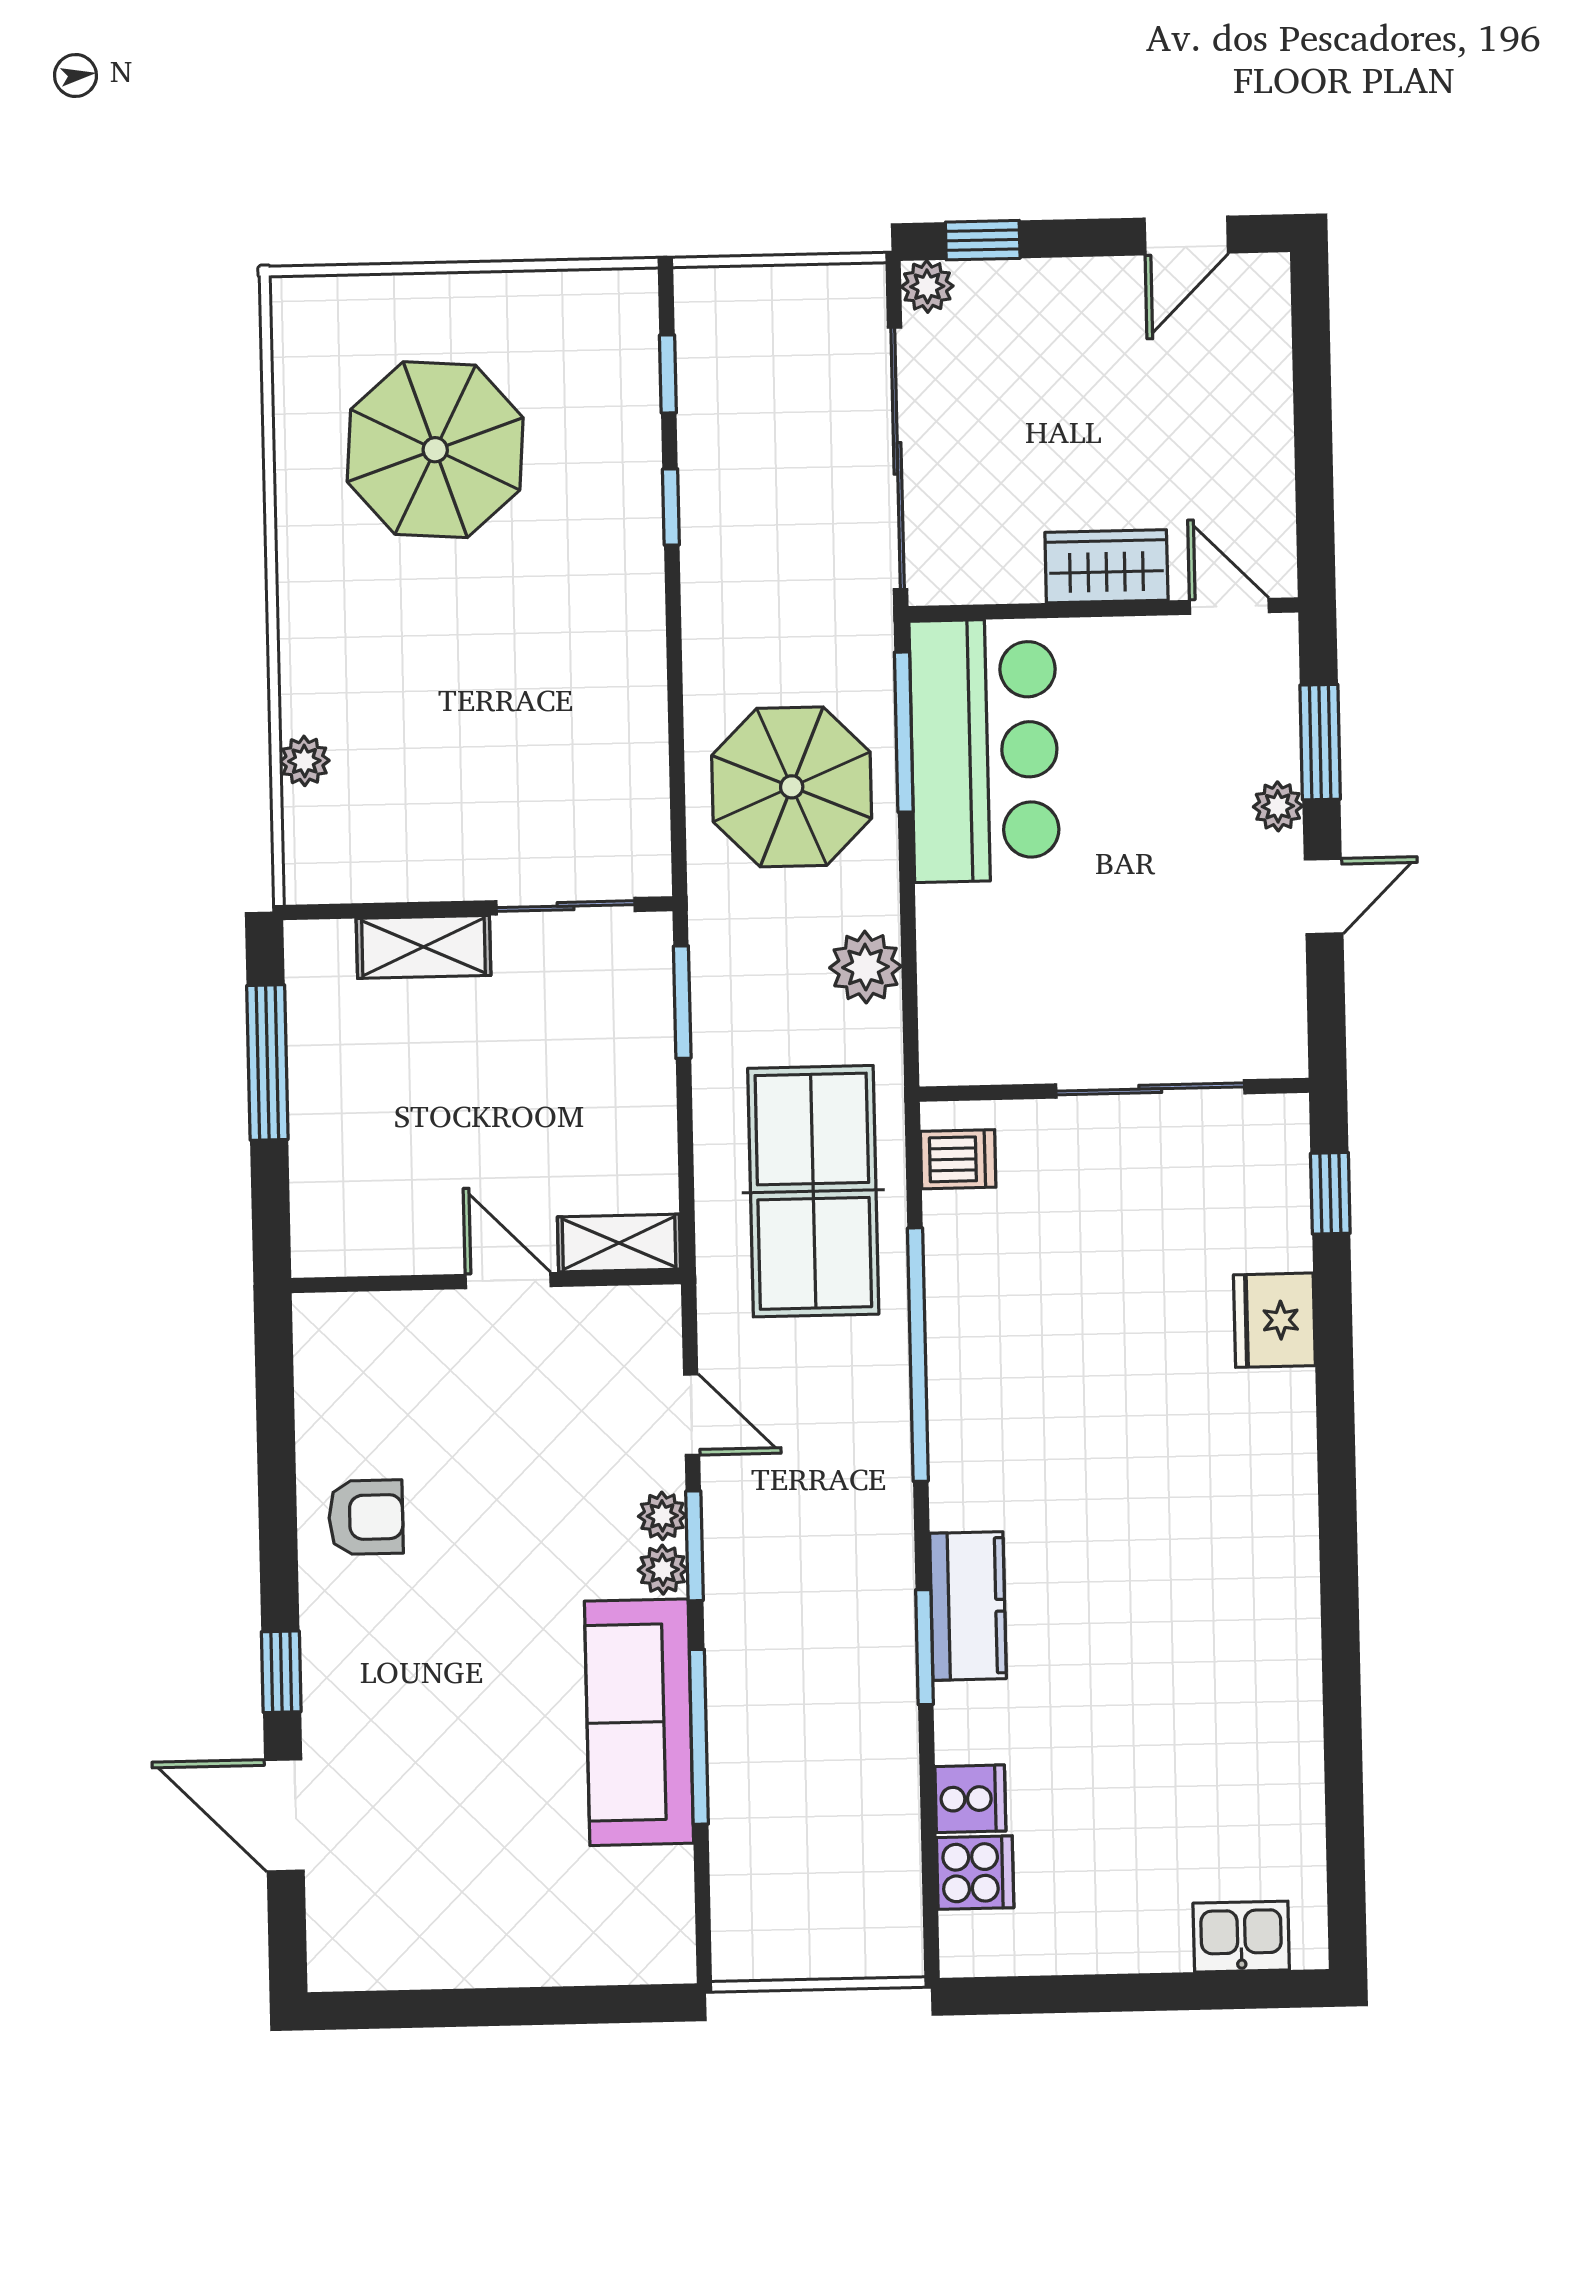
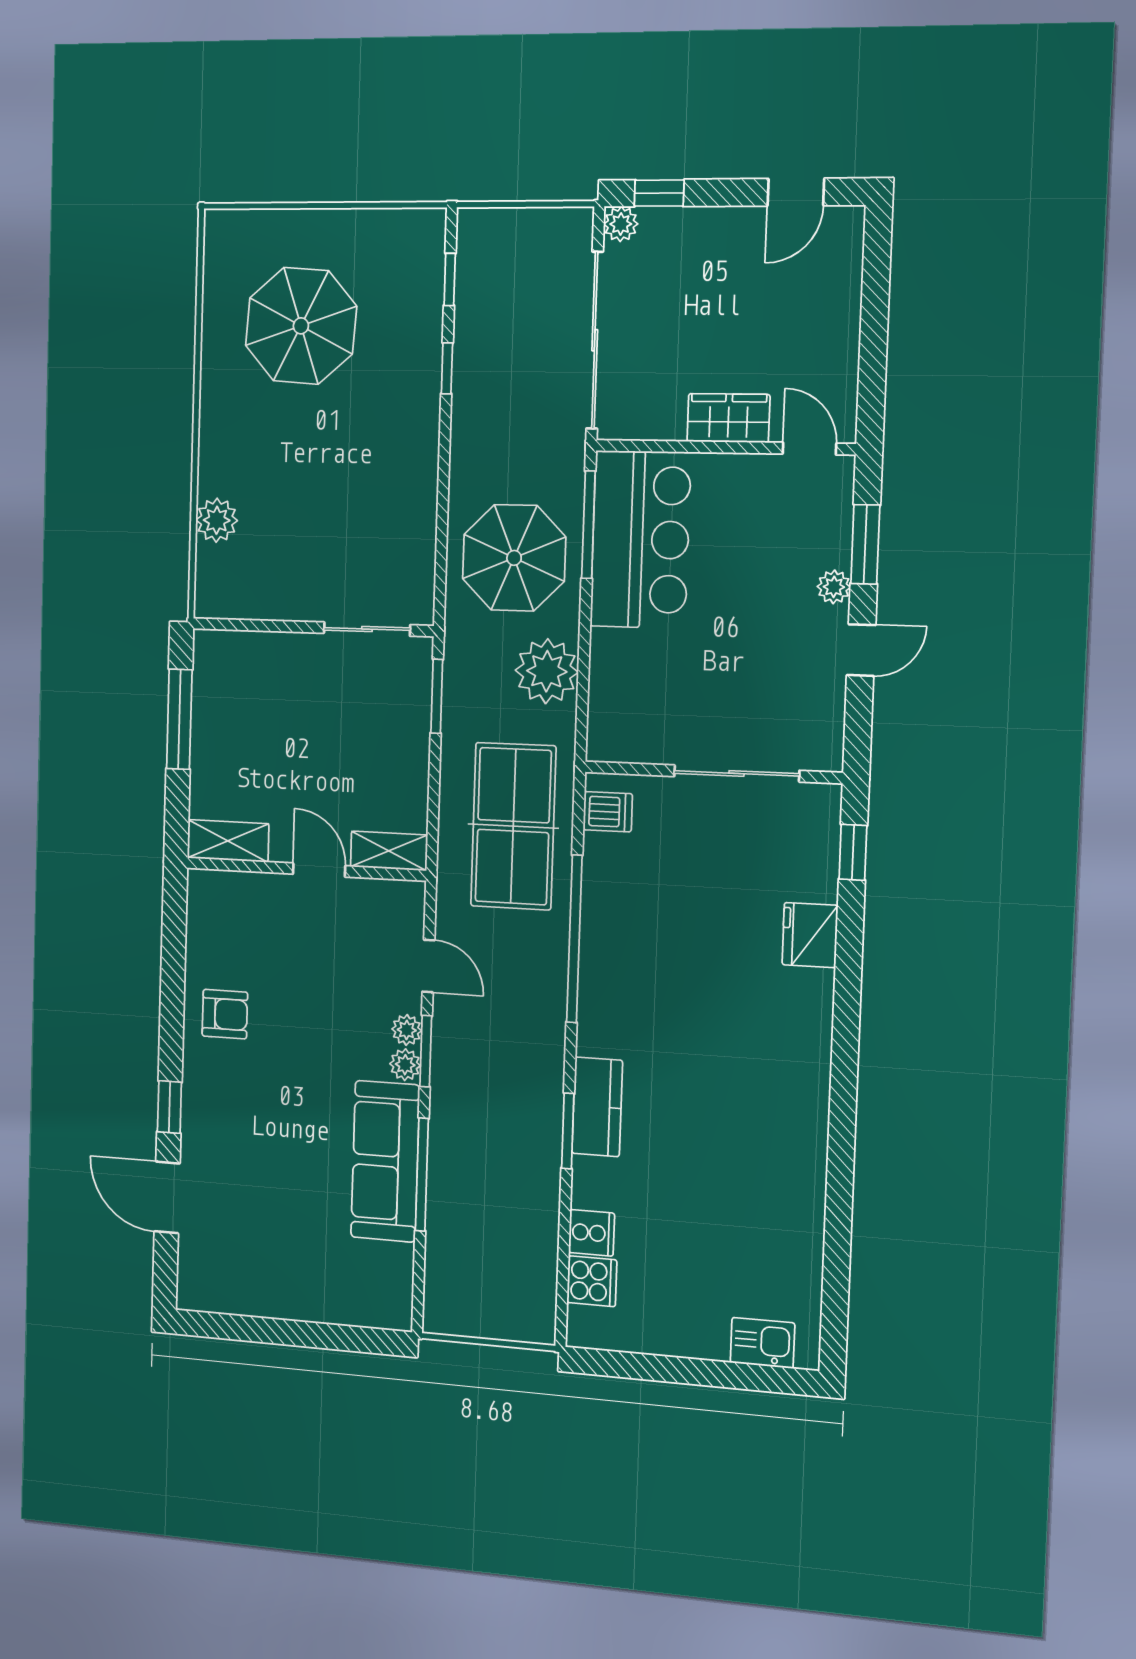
plant: (304, 761) -> (217, 520), width x1.38, depth x1.38
shelving: (423, 947) -> (228, 841), moved
plant: (865, 967) -> (547, 671), width x1.36, depth x1.36

